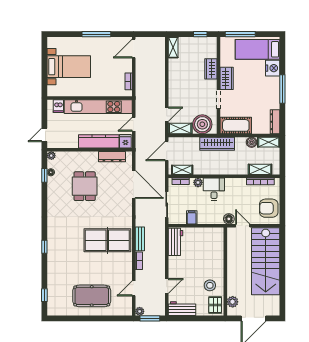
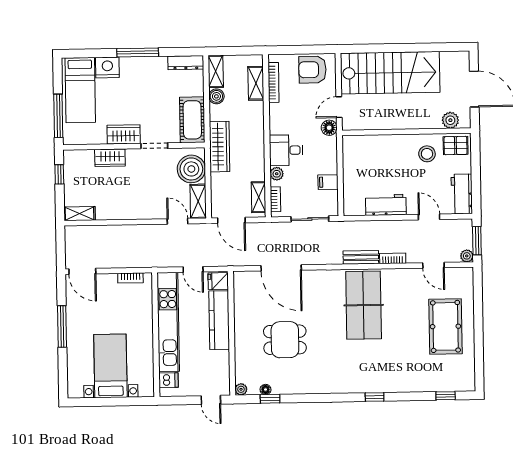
dresser: (112, 157) -> (241, 300), removed
door: (134, 184) -> (281, 268), swing flipped
armchair: (269, 208) -> (312, 70), turned 90
workbench: (175, 242) -> (386, 205), moved

